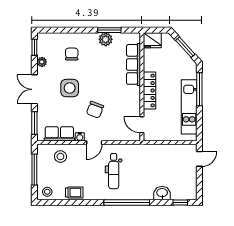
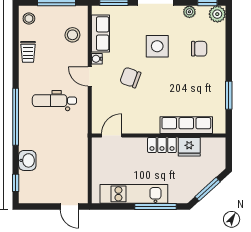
plant: (106, 39) -> (217, 14), moved
fridge: (152, 40) -> (189, 147), moved, turned -90
locker: (150, 91) -> (162, 145), width x0.66

